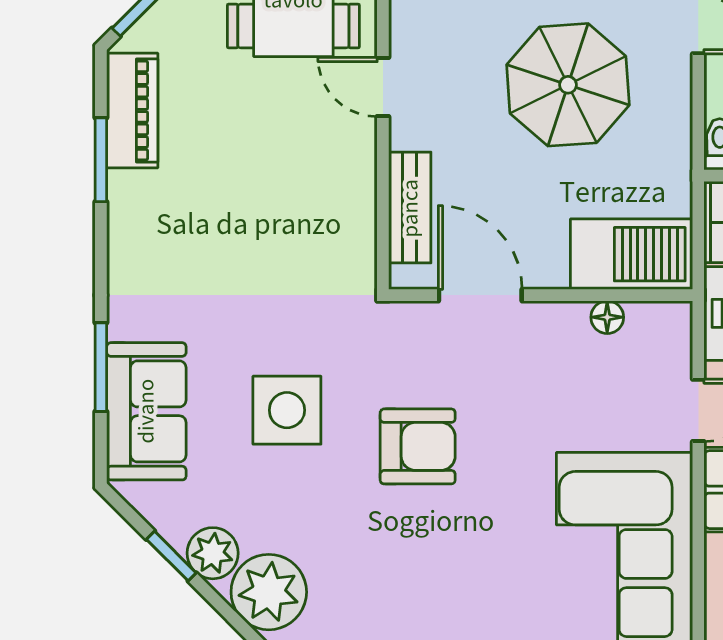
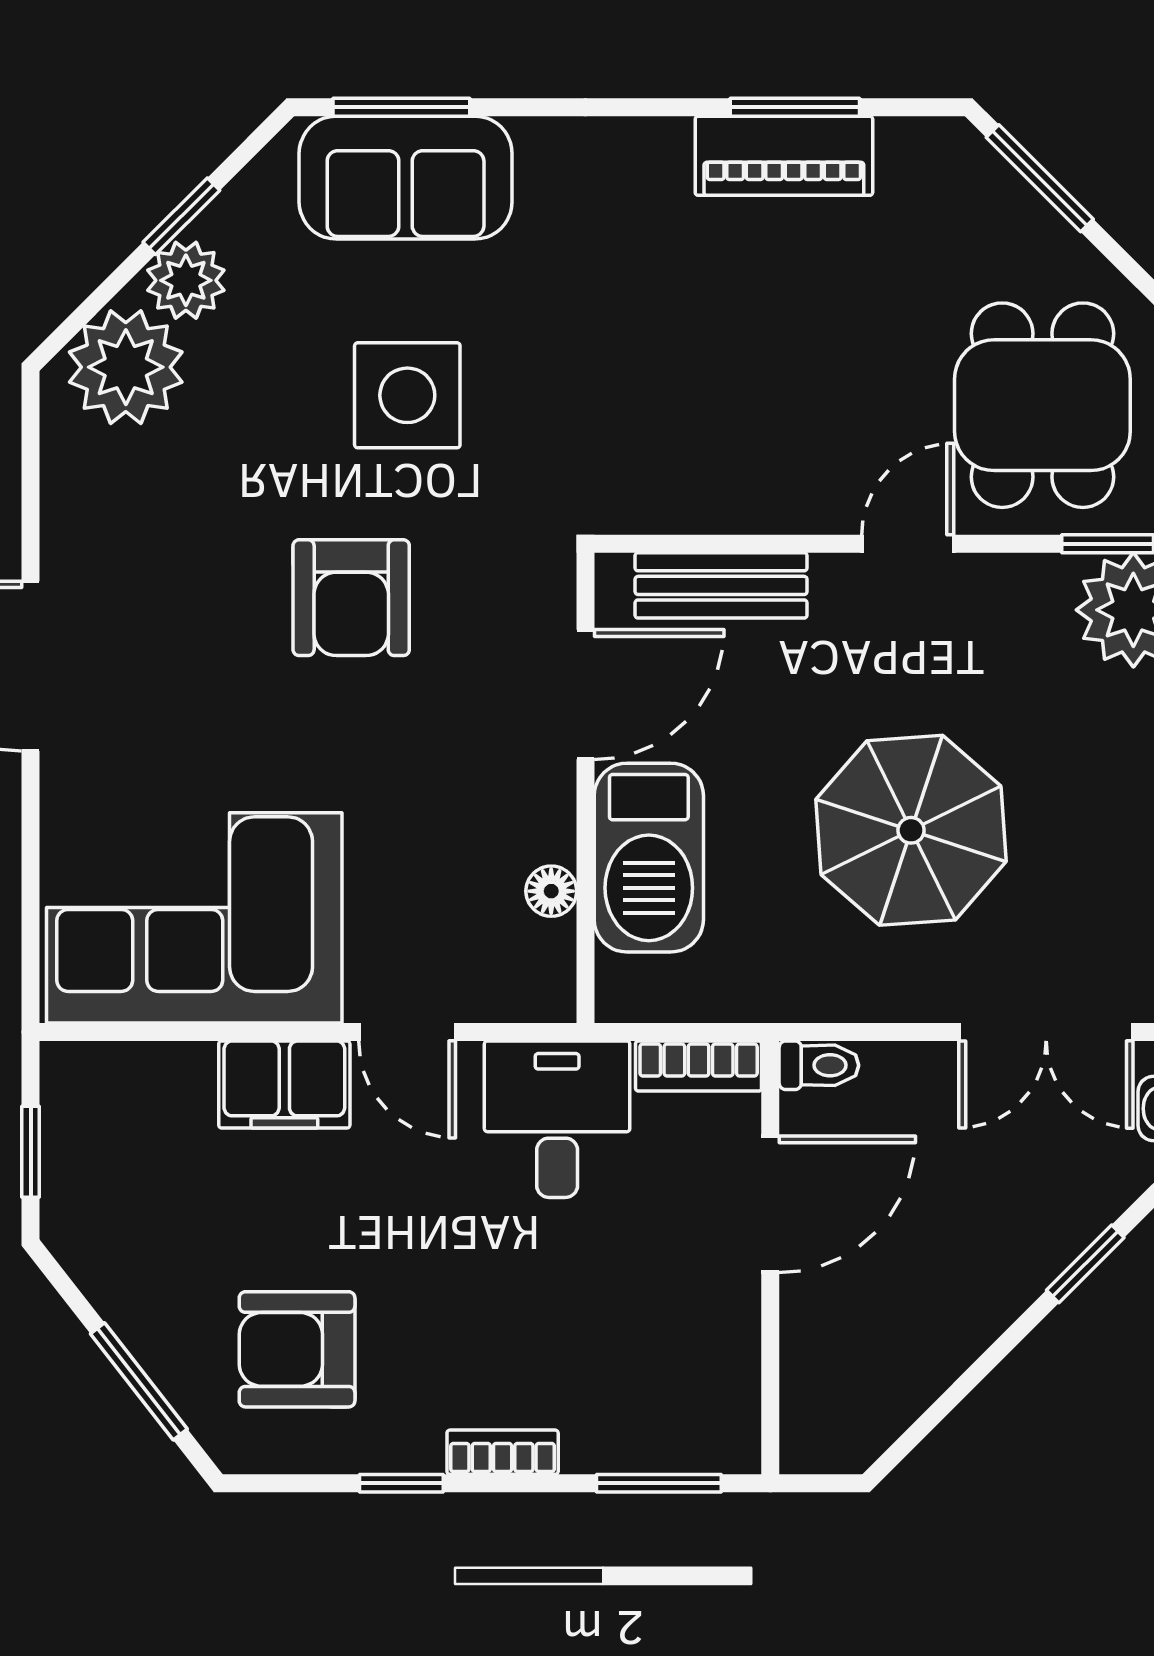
piano: (132, 110) -> (784, 156), moved
barbecue: (631, 254) -> (649, 858), moved
window: (101, 367) -> (401, 107), moved

